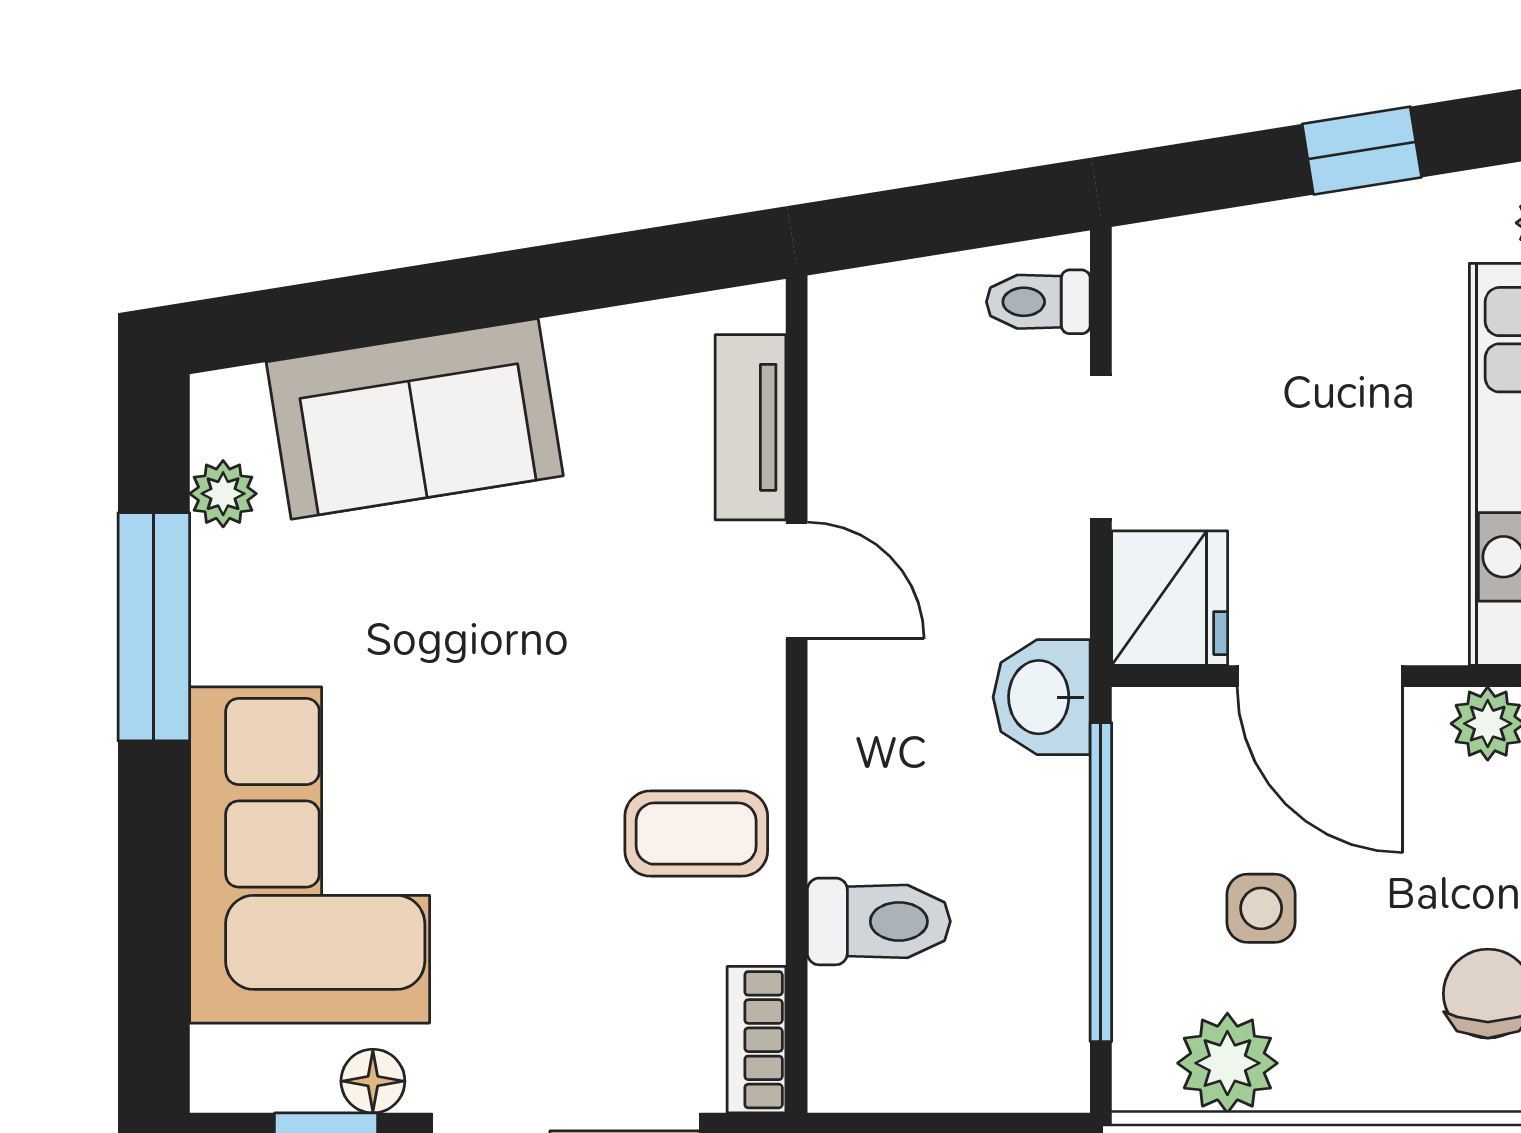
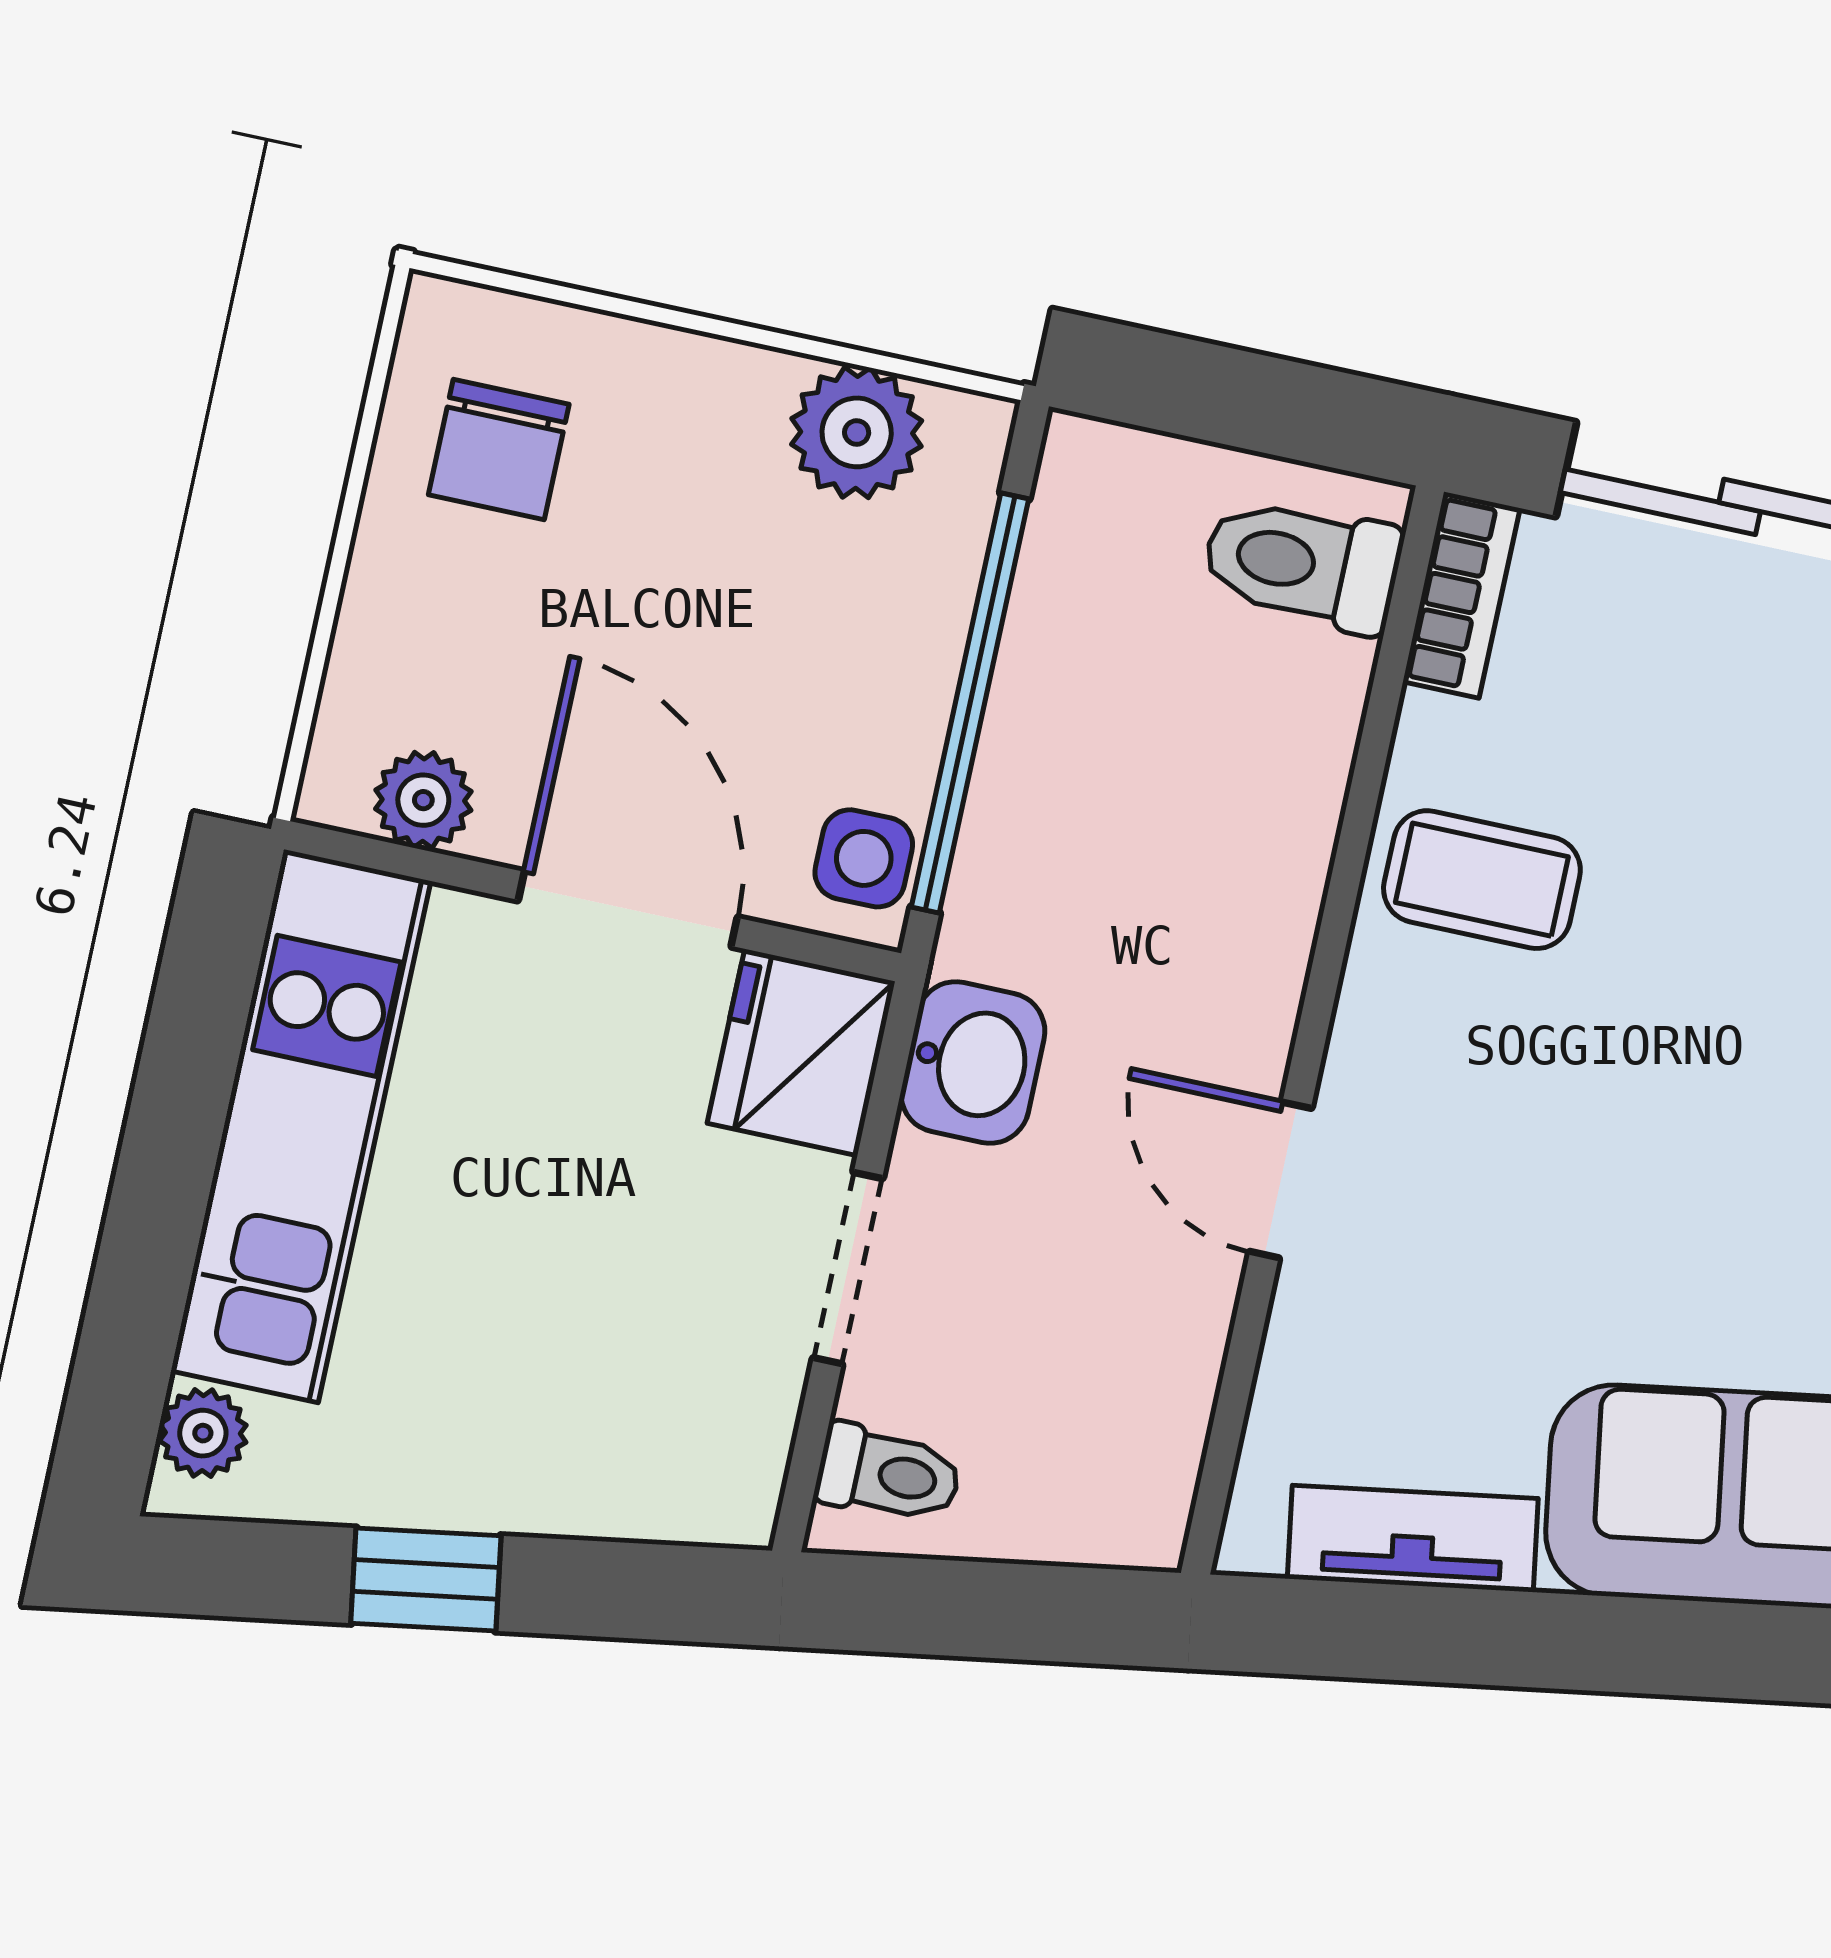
tv unit: (751, 427) -> (1413, 1539), moved, turned -99
washbasin: (1042, 697) -> (973, 1063), moved
side table: (1261, 908) -> (864, 858), moved
toilet: (879, 921) -> (1302, 564), moved

